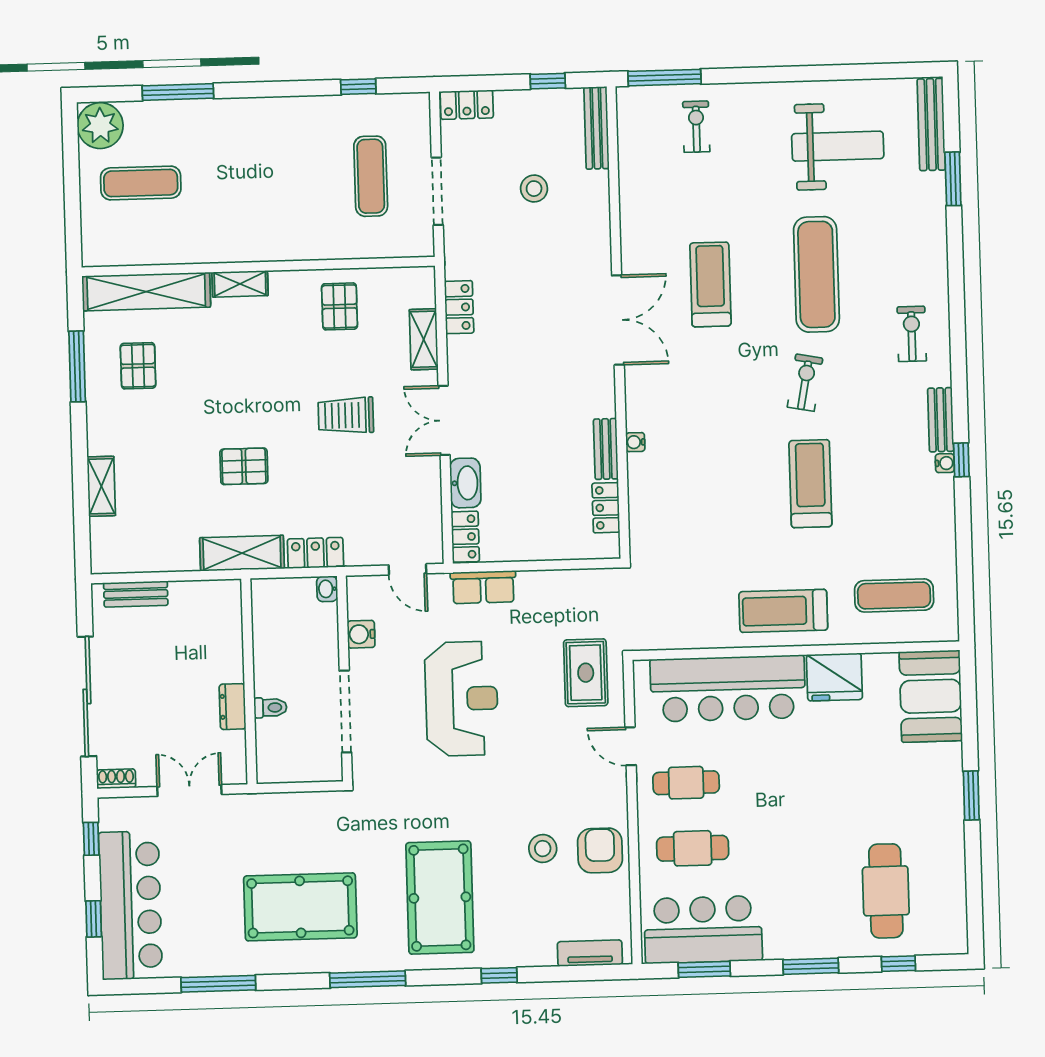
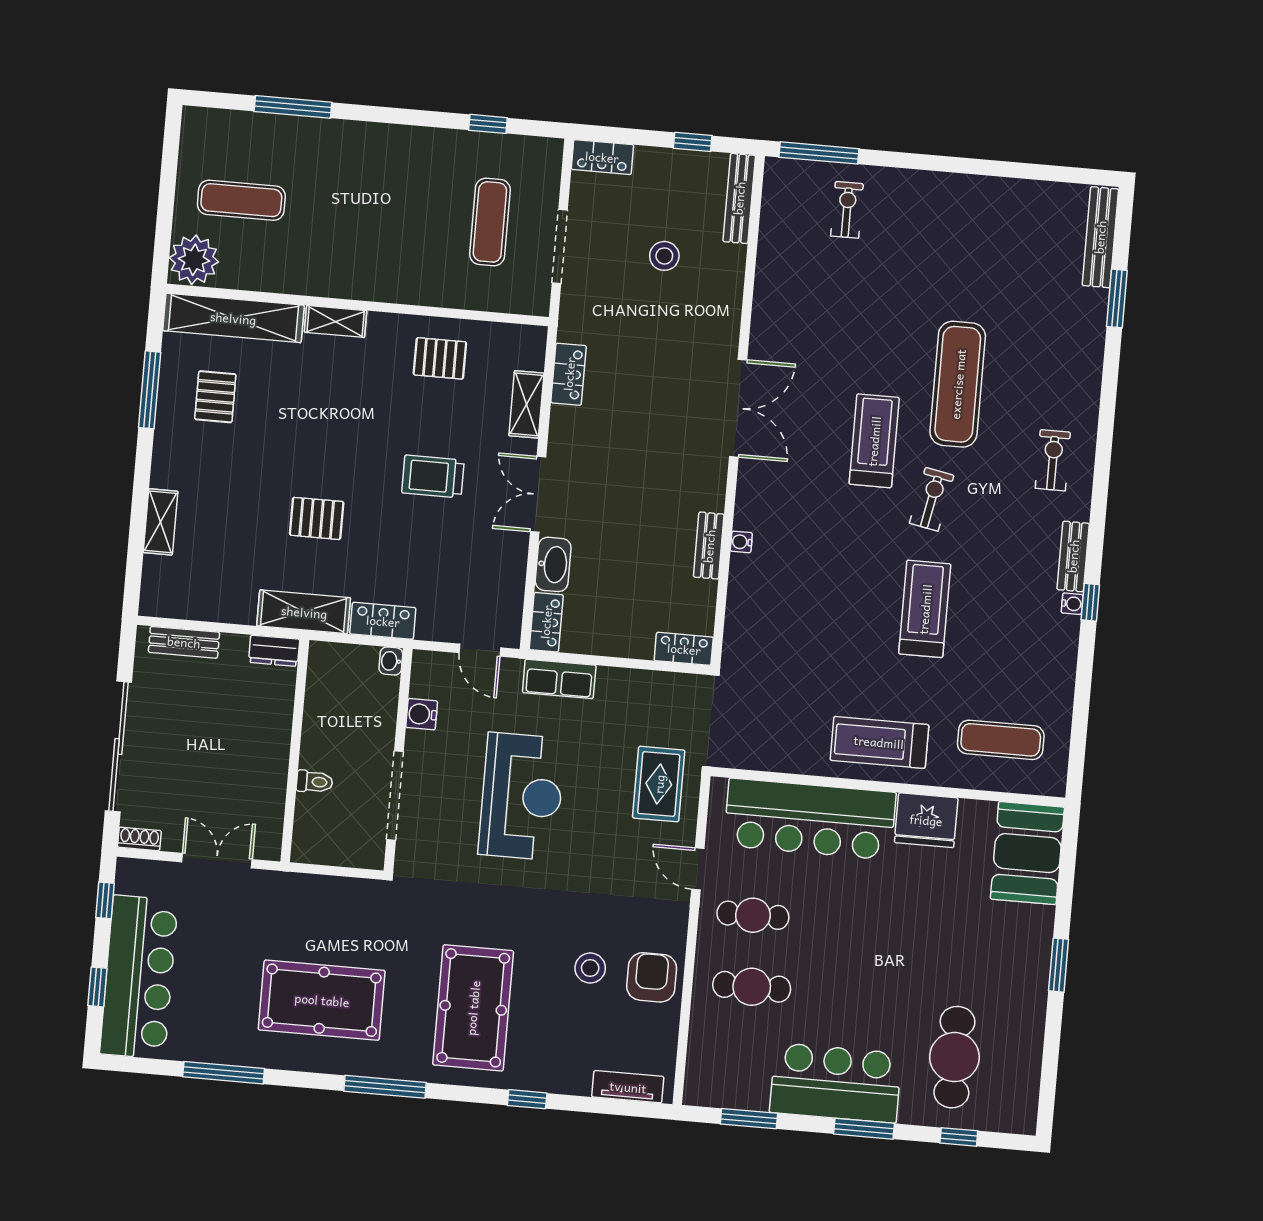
plant: (100, 126) -> (194, 260), moved
weight bench: (838, 146) -> (997, 249), removed
treadmill: (710, 284) -> (874, 441), moved
pallet: (340, 306) -> (440, 358), turned 90
locker: (606, 508) -> (684, 649), moved, turned 90
dresser: (233, 707) -> (274, 651), moved, turned -90
bar counter: (703, 930) -> (836, 1083), moved

